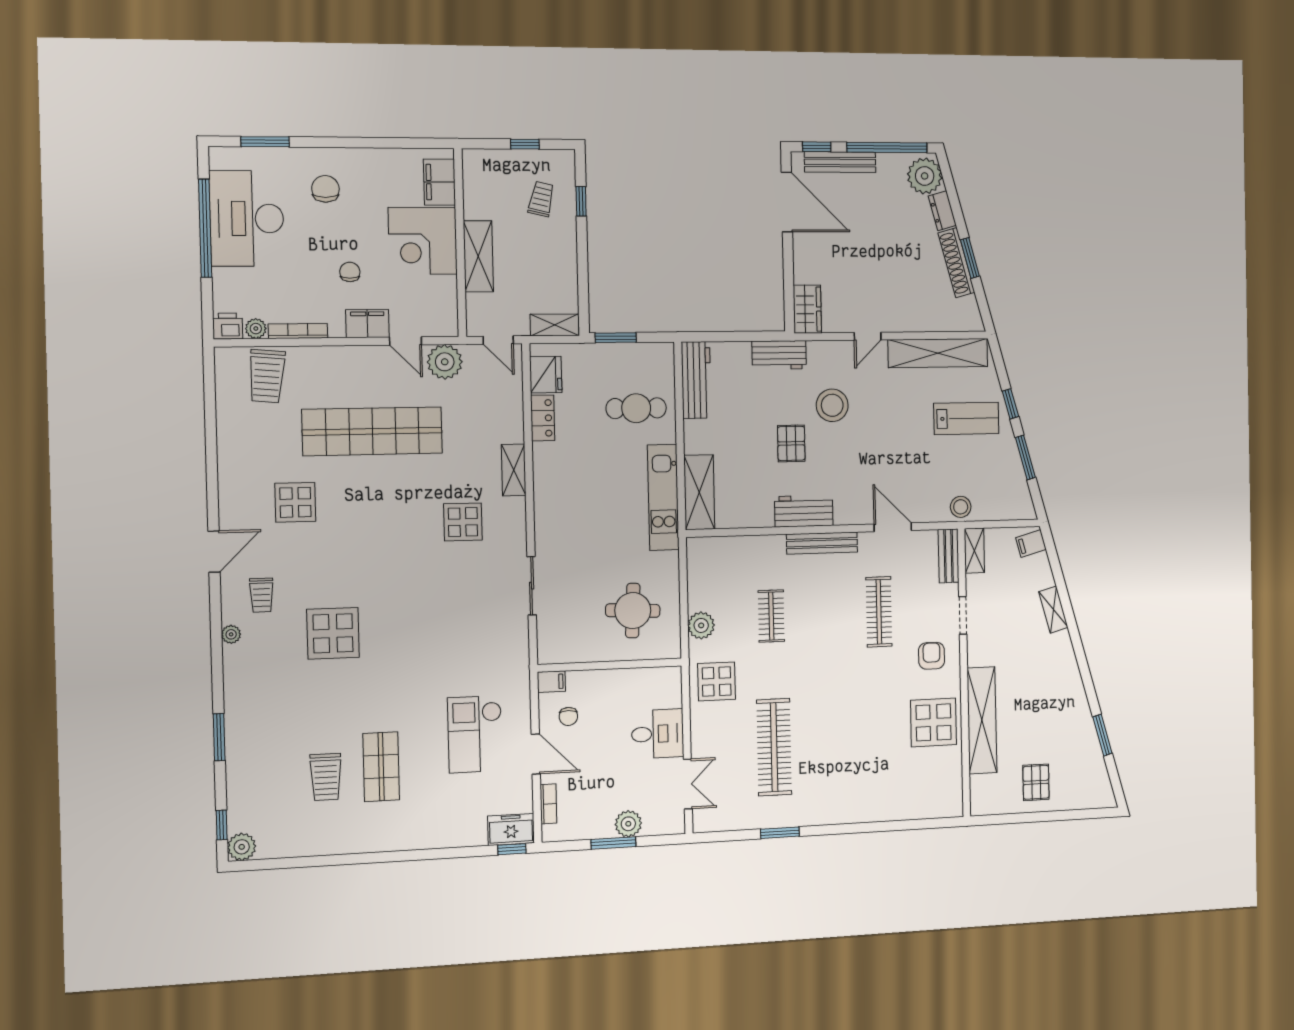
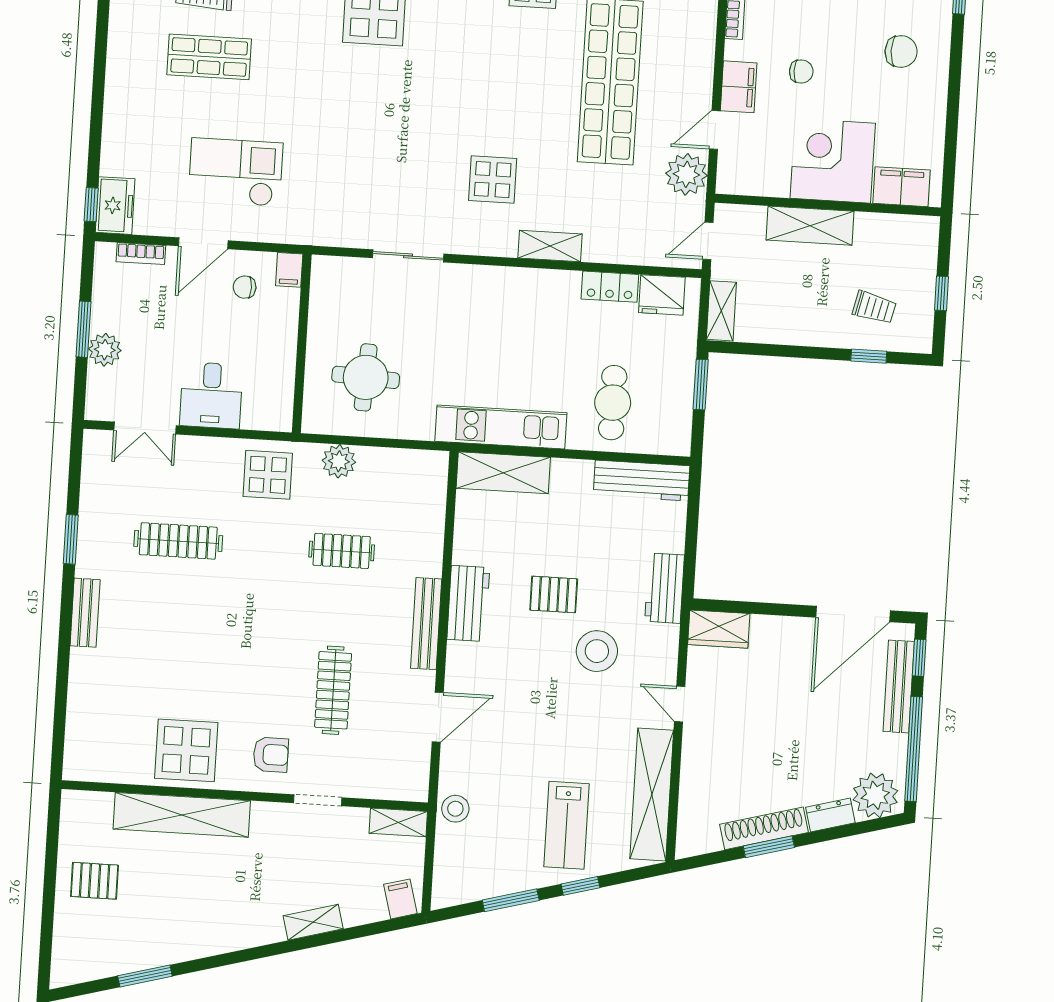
bench: (949, 556) -> (85, 613), moved, turned 90
clothes rail: (879, 612) -> (333, 690), turned 90
clothes rail: (774, 747) -> (178, 541), width x0.73, depth x0.76

